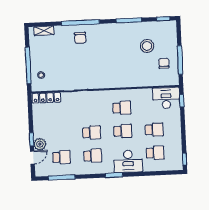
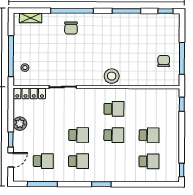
stool: (147, 46) -> (112, 76), moved
desk: (166, 98) -> (164, 100), removed
plant: (40, 144) -> (20, 124), moved
desk: (128, 161) -> (118, 169), removed

